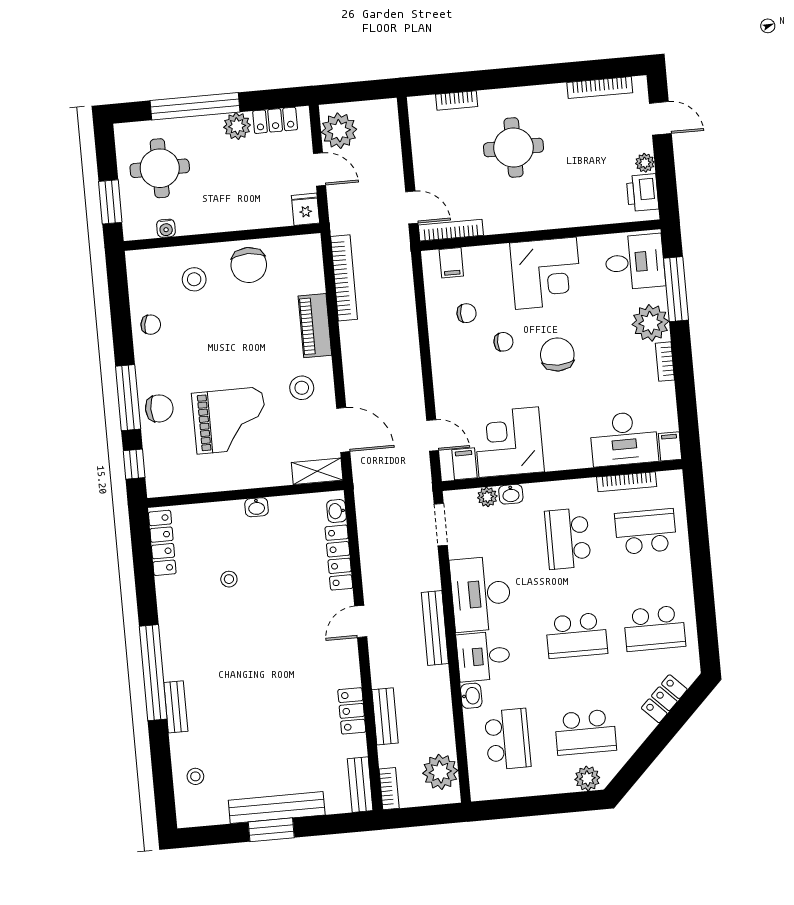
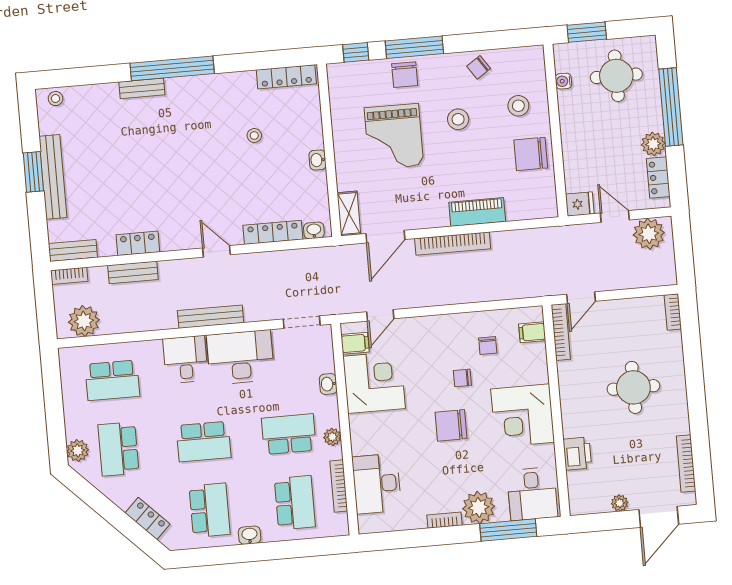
bookcase: (457, 100) -> (673, 312), moved
door: (660, 118) -> (659, 517), width x1.38
door: (320, 169) -> (615, 217), swing flipped
printer: (642, 193) -> (577, 454), moved, turned 90
bookcase: (344, 278) -> (453, 244), moved
chair: (151, 325) -> (479, 67), turned 46
chair: (503, 342) -> (462, 378), turned 90
chair: (557, 354) -> (451, 425), turned 180
stool: (302, 388) -> (458, 119), moved
filing cabinet: (670, 446) -> (370, 524), removed
plant: (487, 497) -> (332, 437), moved
school desk: (655, 628) -> (210, 510), turned 180
school desk: (577, 635) -> (204, 442), turned -90
washbasin: (471, 696) -> (250, 535), moved, turned 180
stool: (195, 776) -> (56, 99), moved

